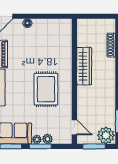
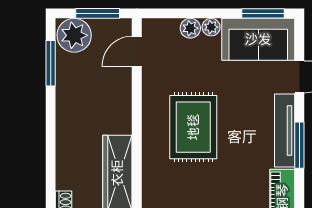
door: (74, 127) -> (137, 51), hinge flipped
window: (40, 146) -> (205, 13), removed

